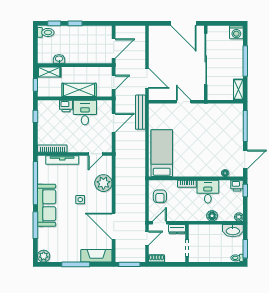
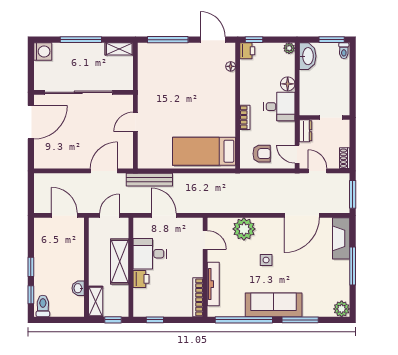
door: (114, 82) -> (109, 215), hinge flipped
desk: (208, 192) -> (279, 107), moved, turned 180

